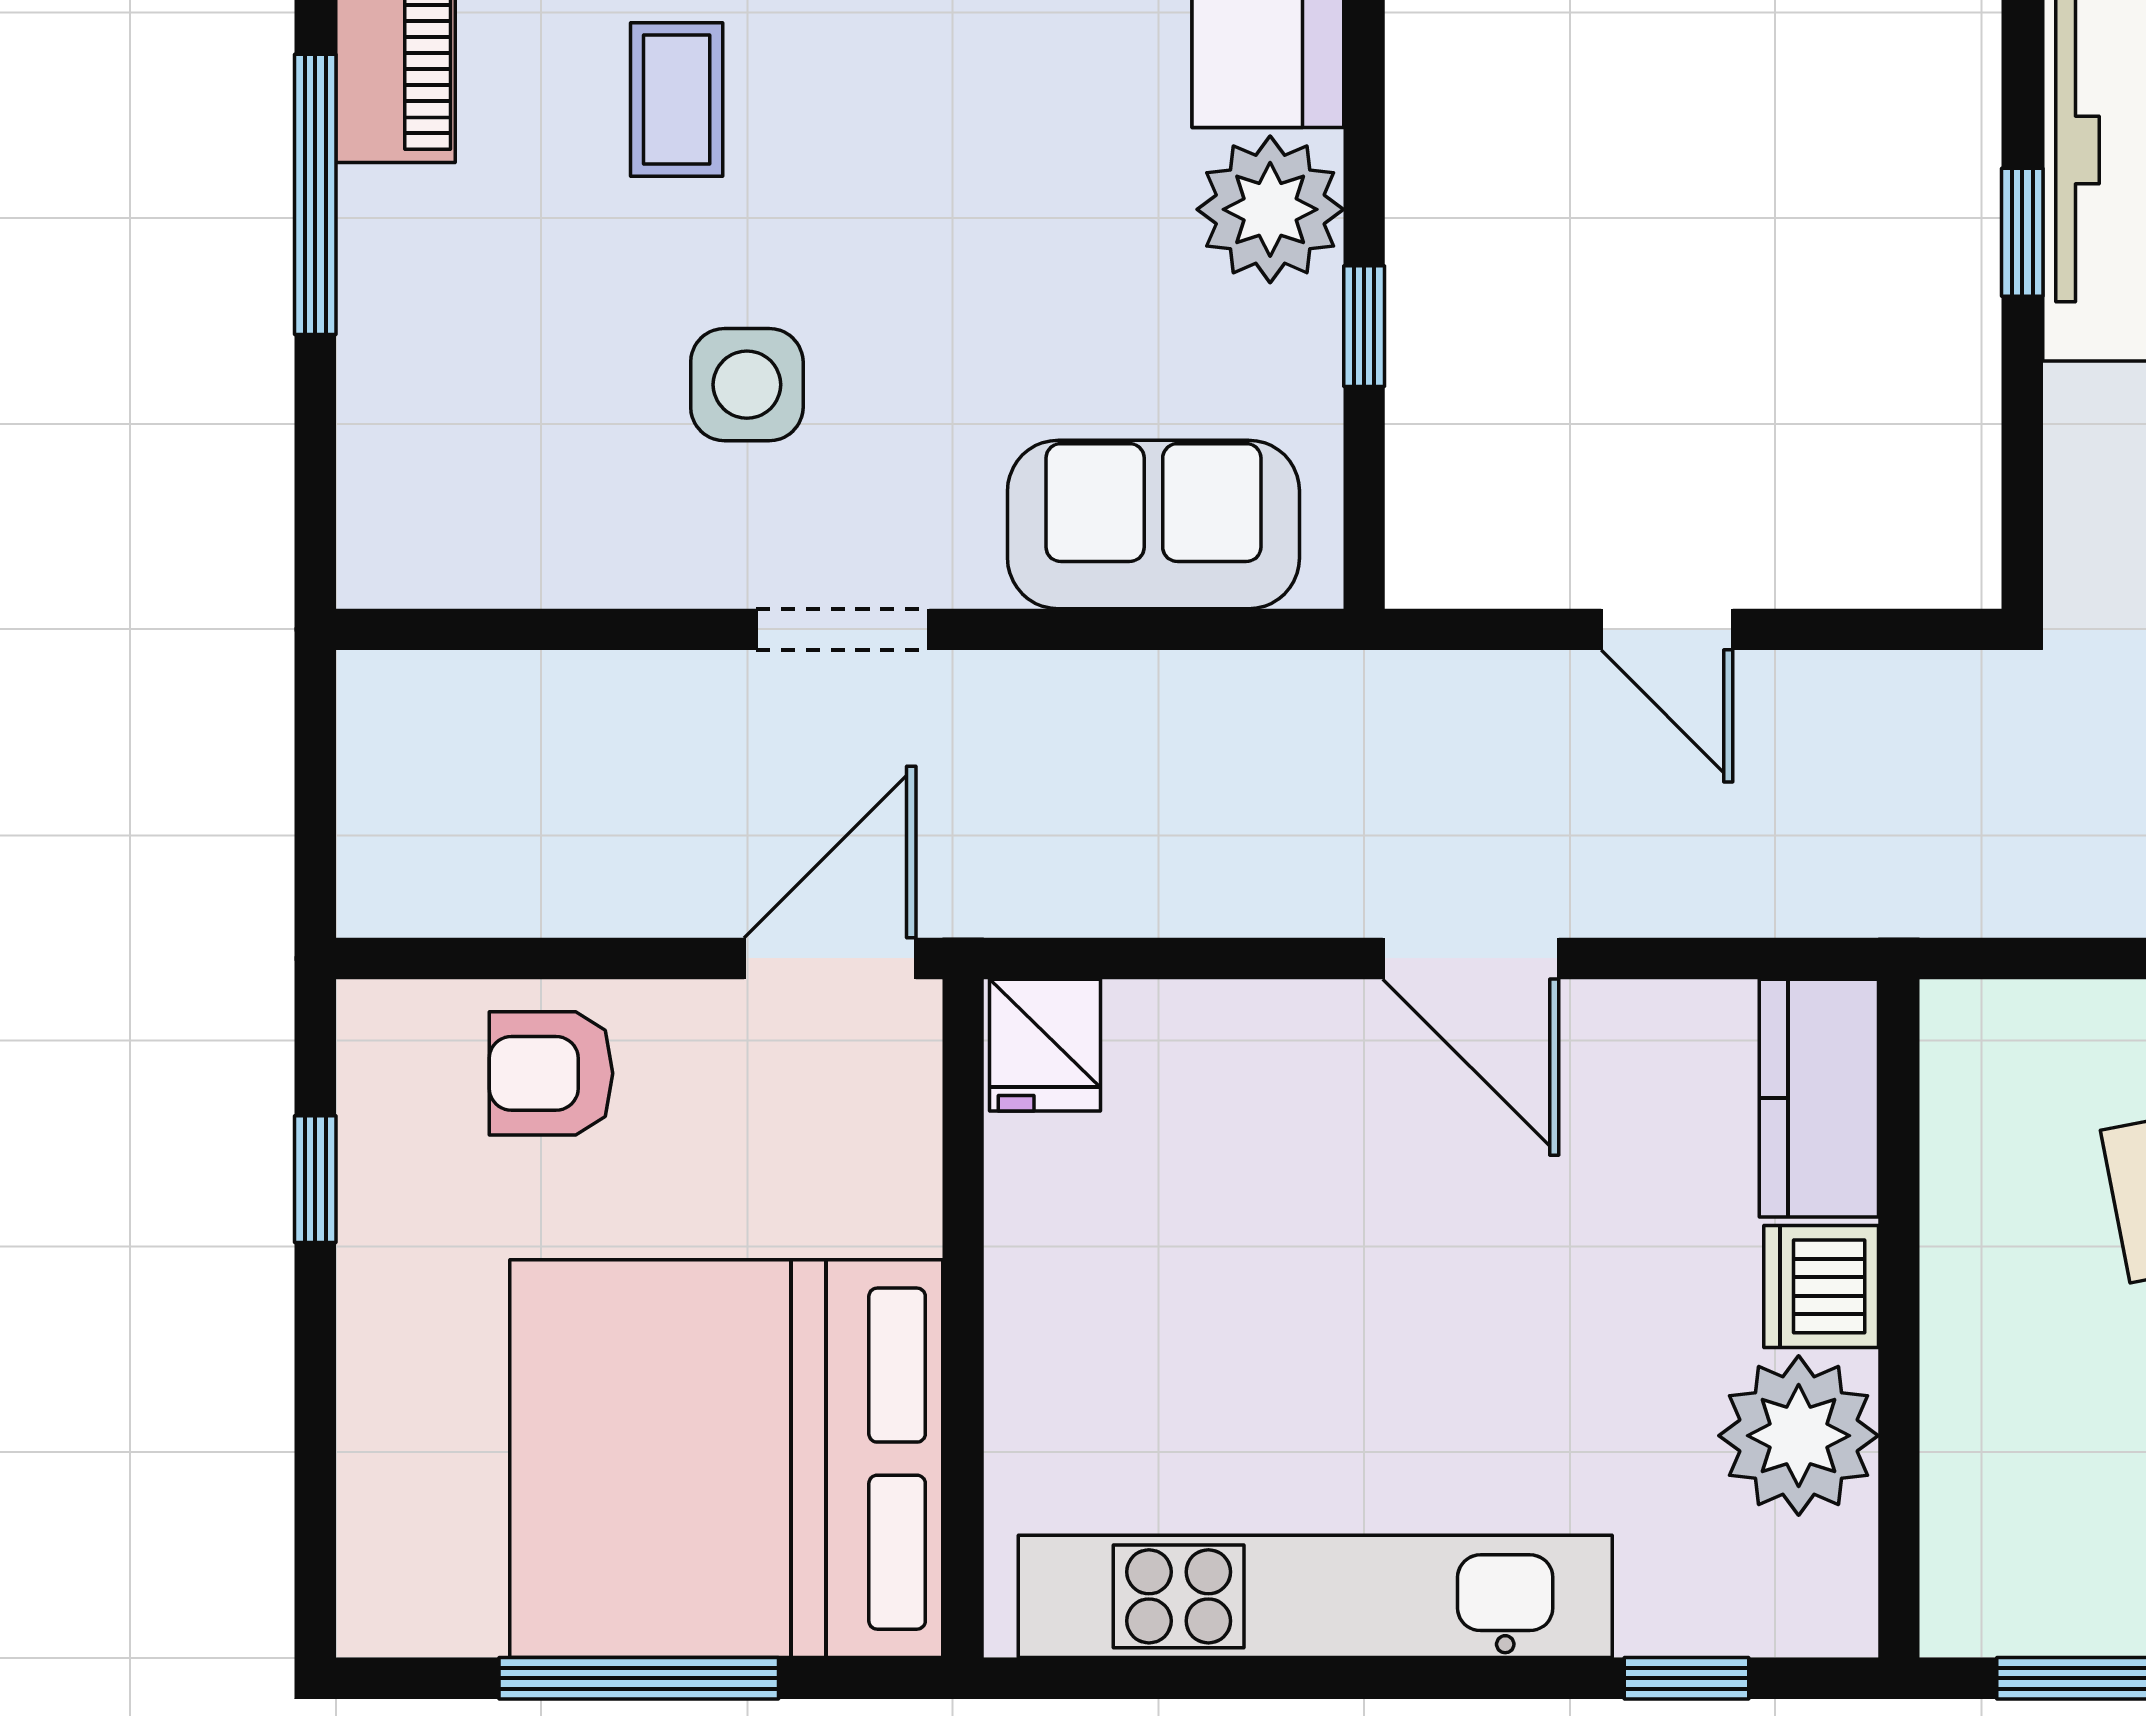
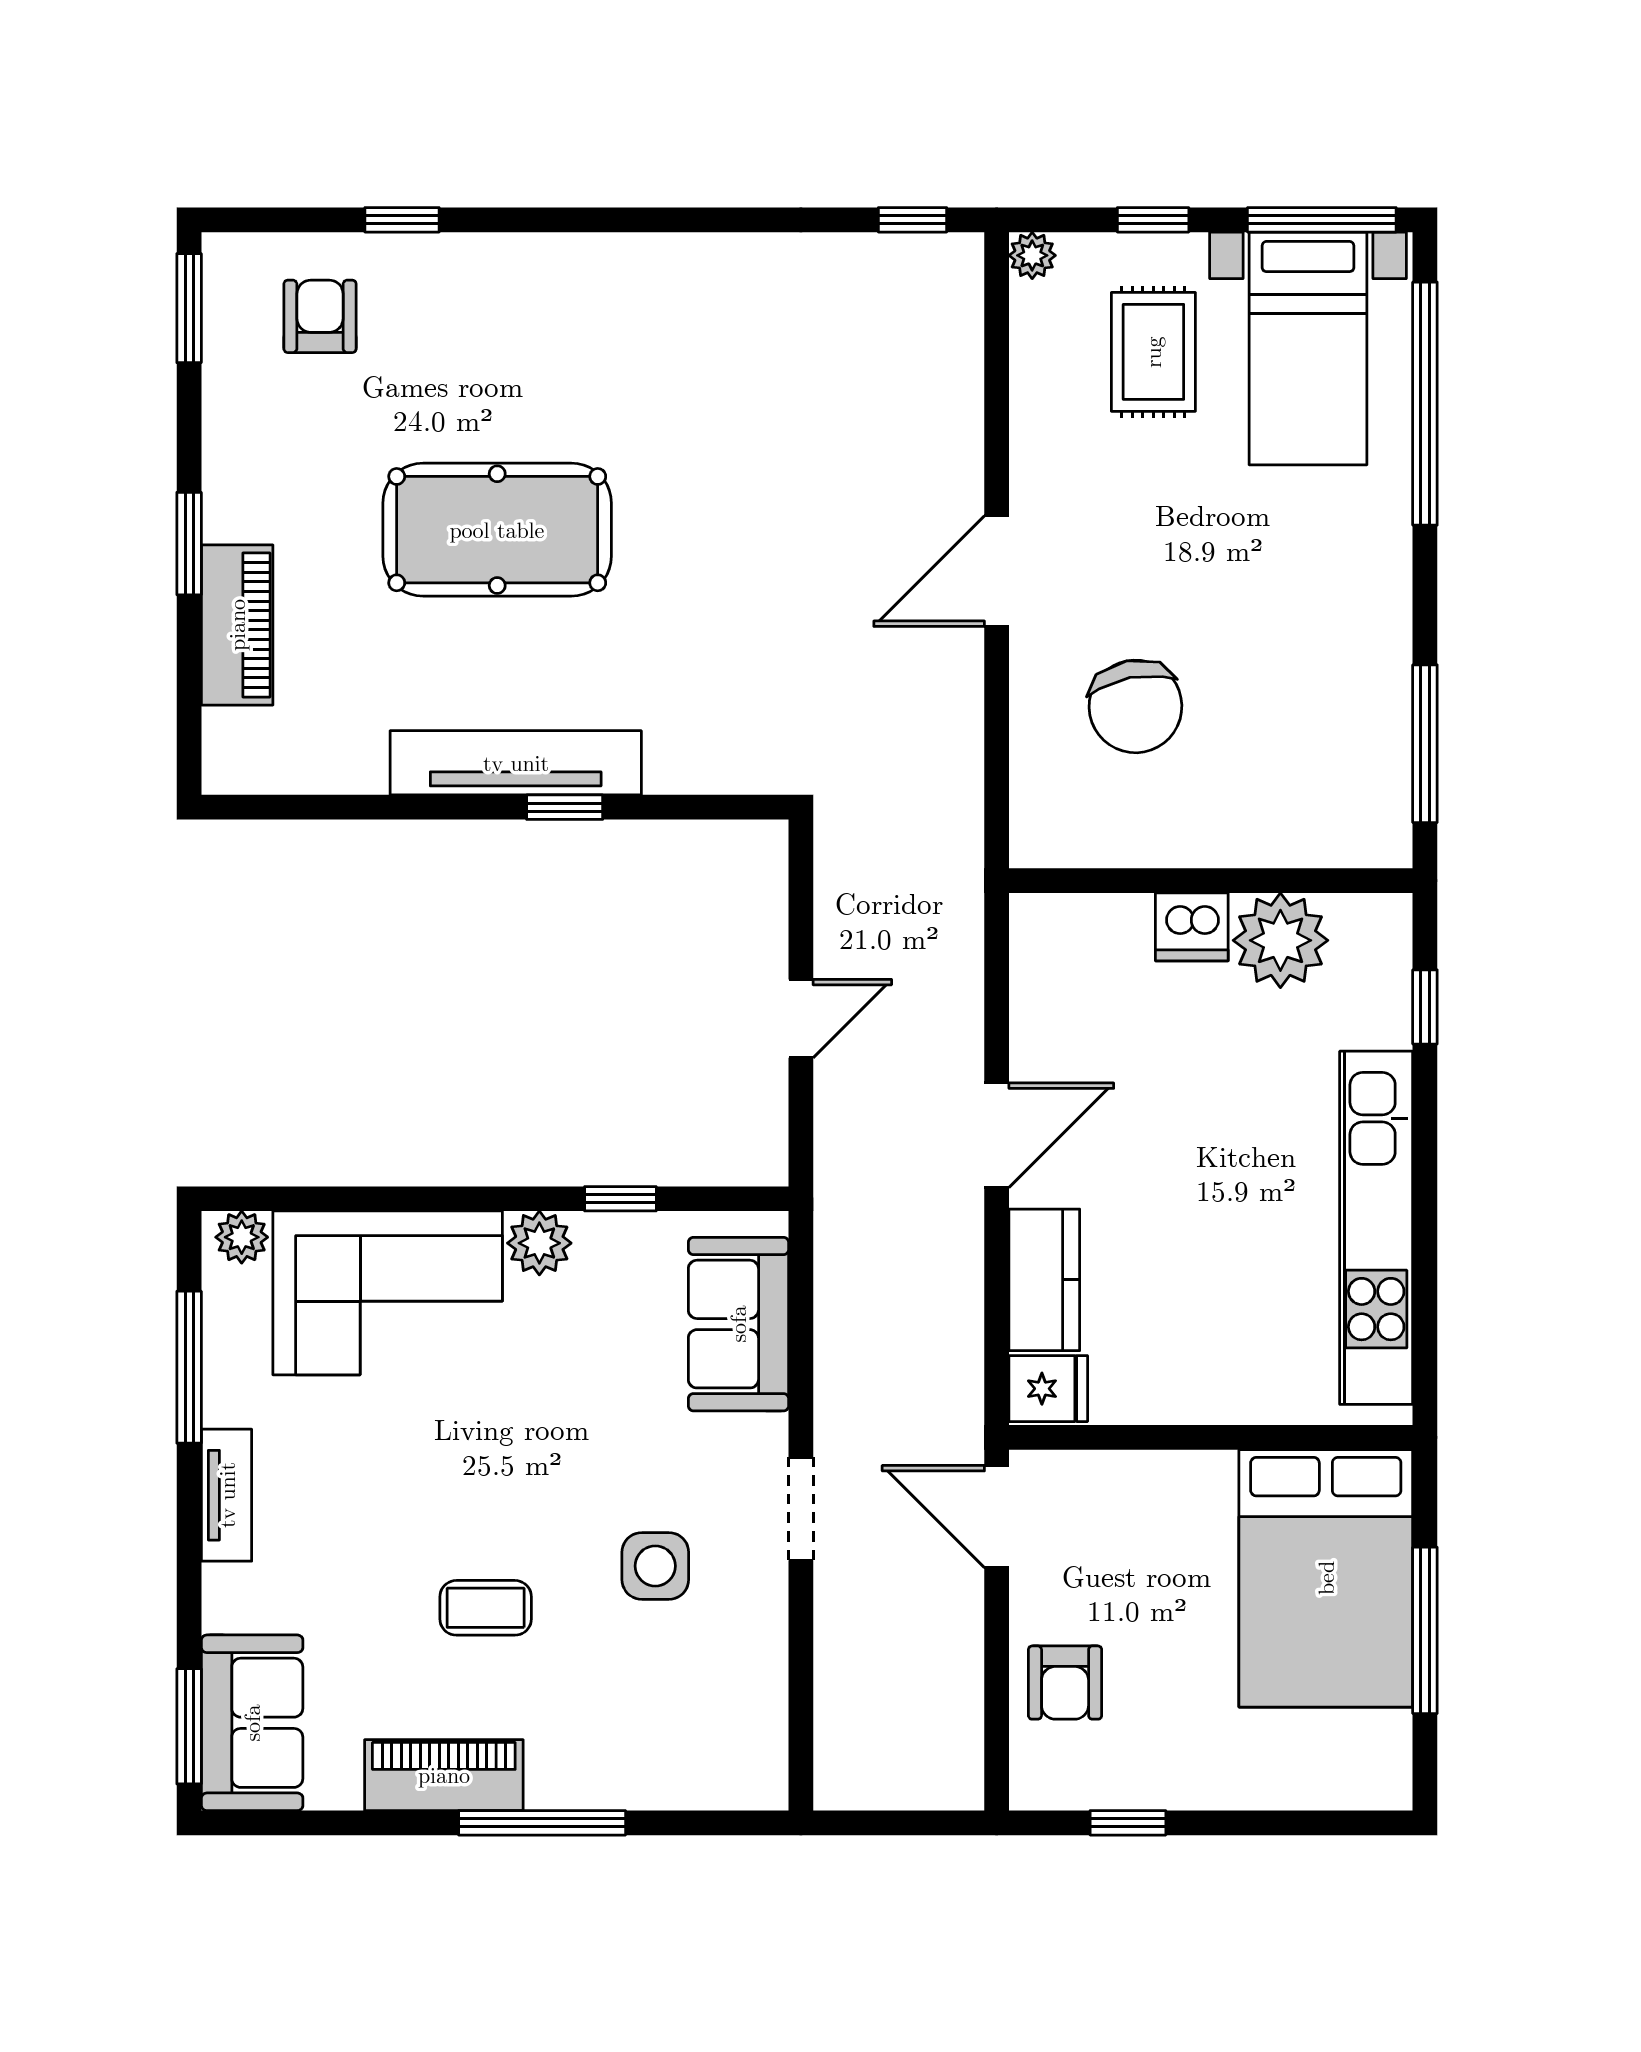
plant: (1270, 209) -> (539, 1243), width x0.73, depth x0.73
kitchen counter: (1819, 1098) -> (1044, 1280), moved, turned -90
bed: (726, 1459) -> (1326, 1578), width x0.73

